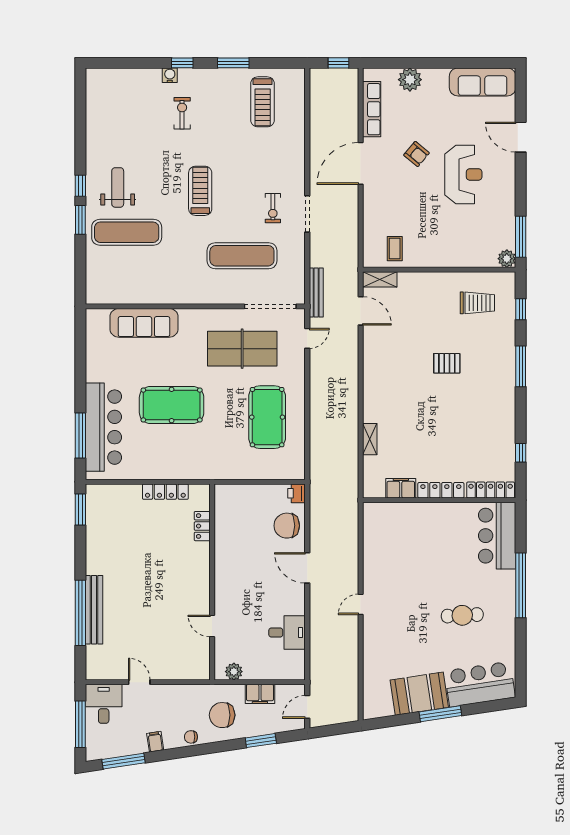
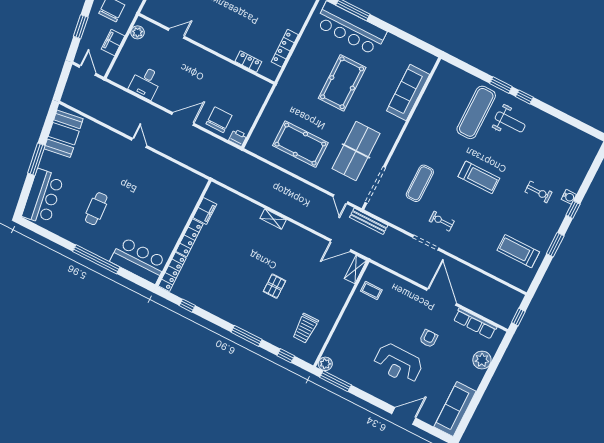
armchair: (417, 154) -> (429, 339), turned 140
exercise mat: (242, 256) -> (420, 183), width x0.73, depth x0.69
shelving: (370, 439) -> (273, 219), moved
booth: (419, 694) -> (64, 134), moved

